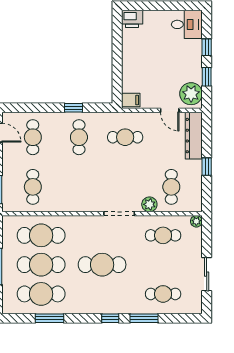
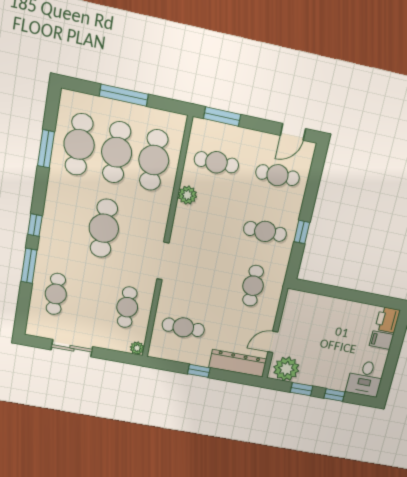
filing cabinet: (131, 100) -> (381, 340), moved, turned 90
plant: (149, 204) -> (187, 195), moved

